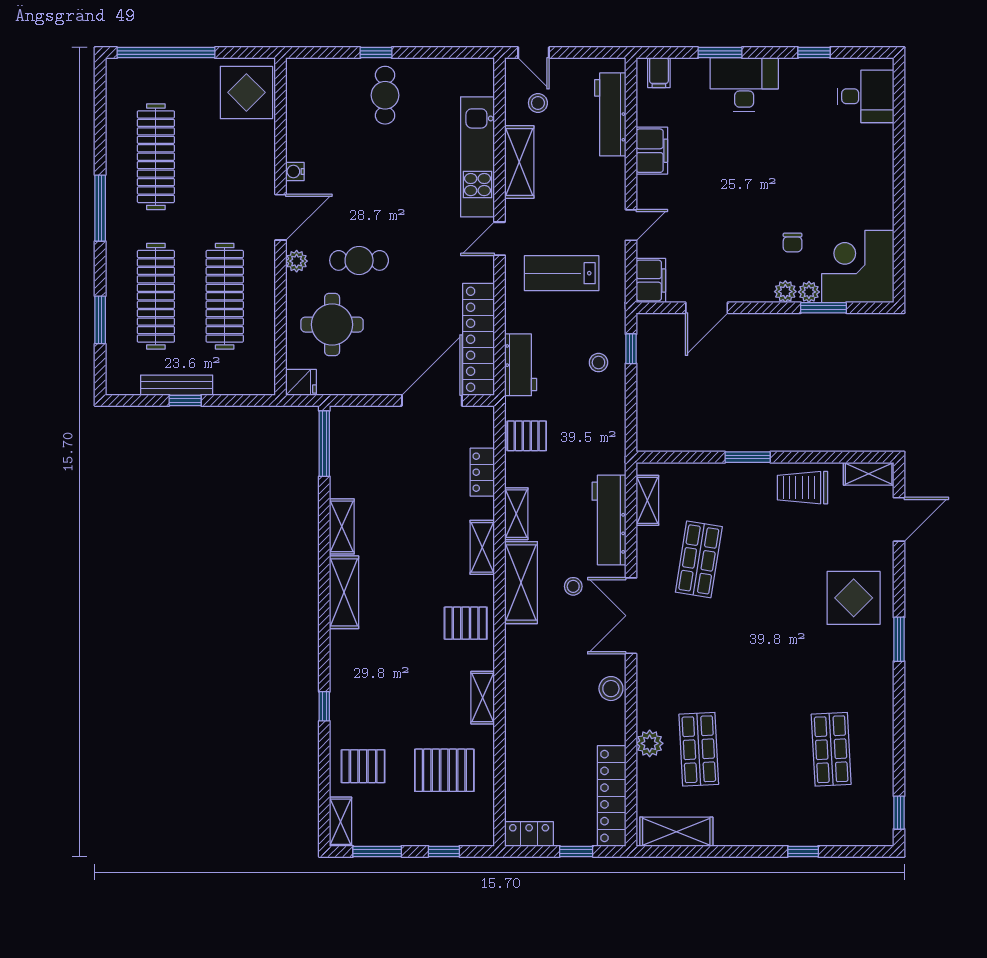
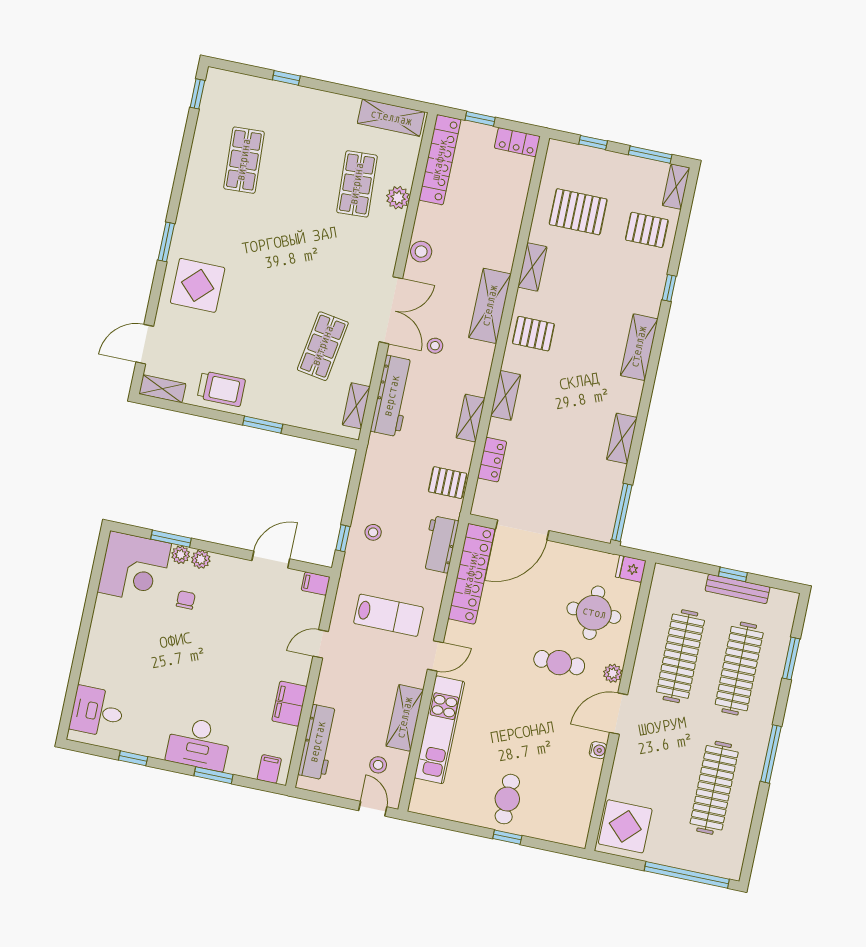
filing cabinet: (651, 280) -> (316, 584), width x0.50
shelving: (521, 583) -> (490, 306), moved
shelving: (344, 592) -> (639, 347), moved

